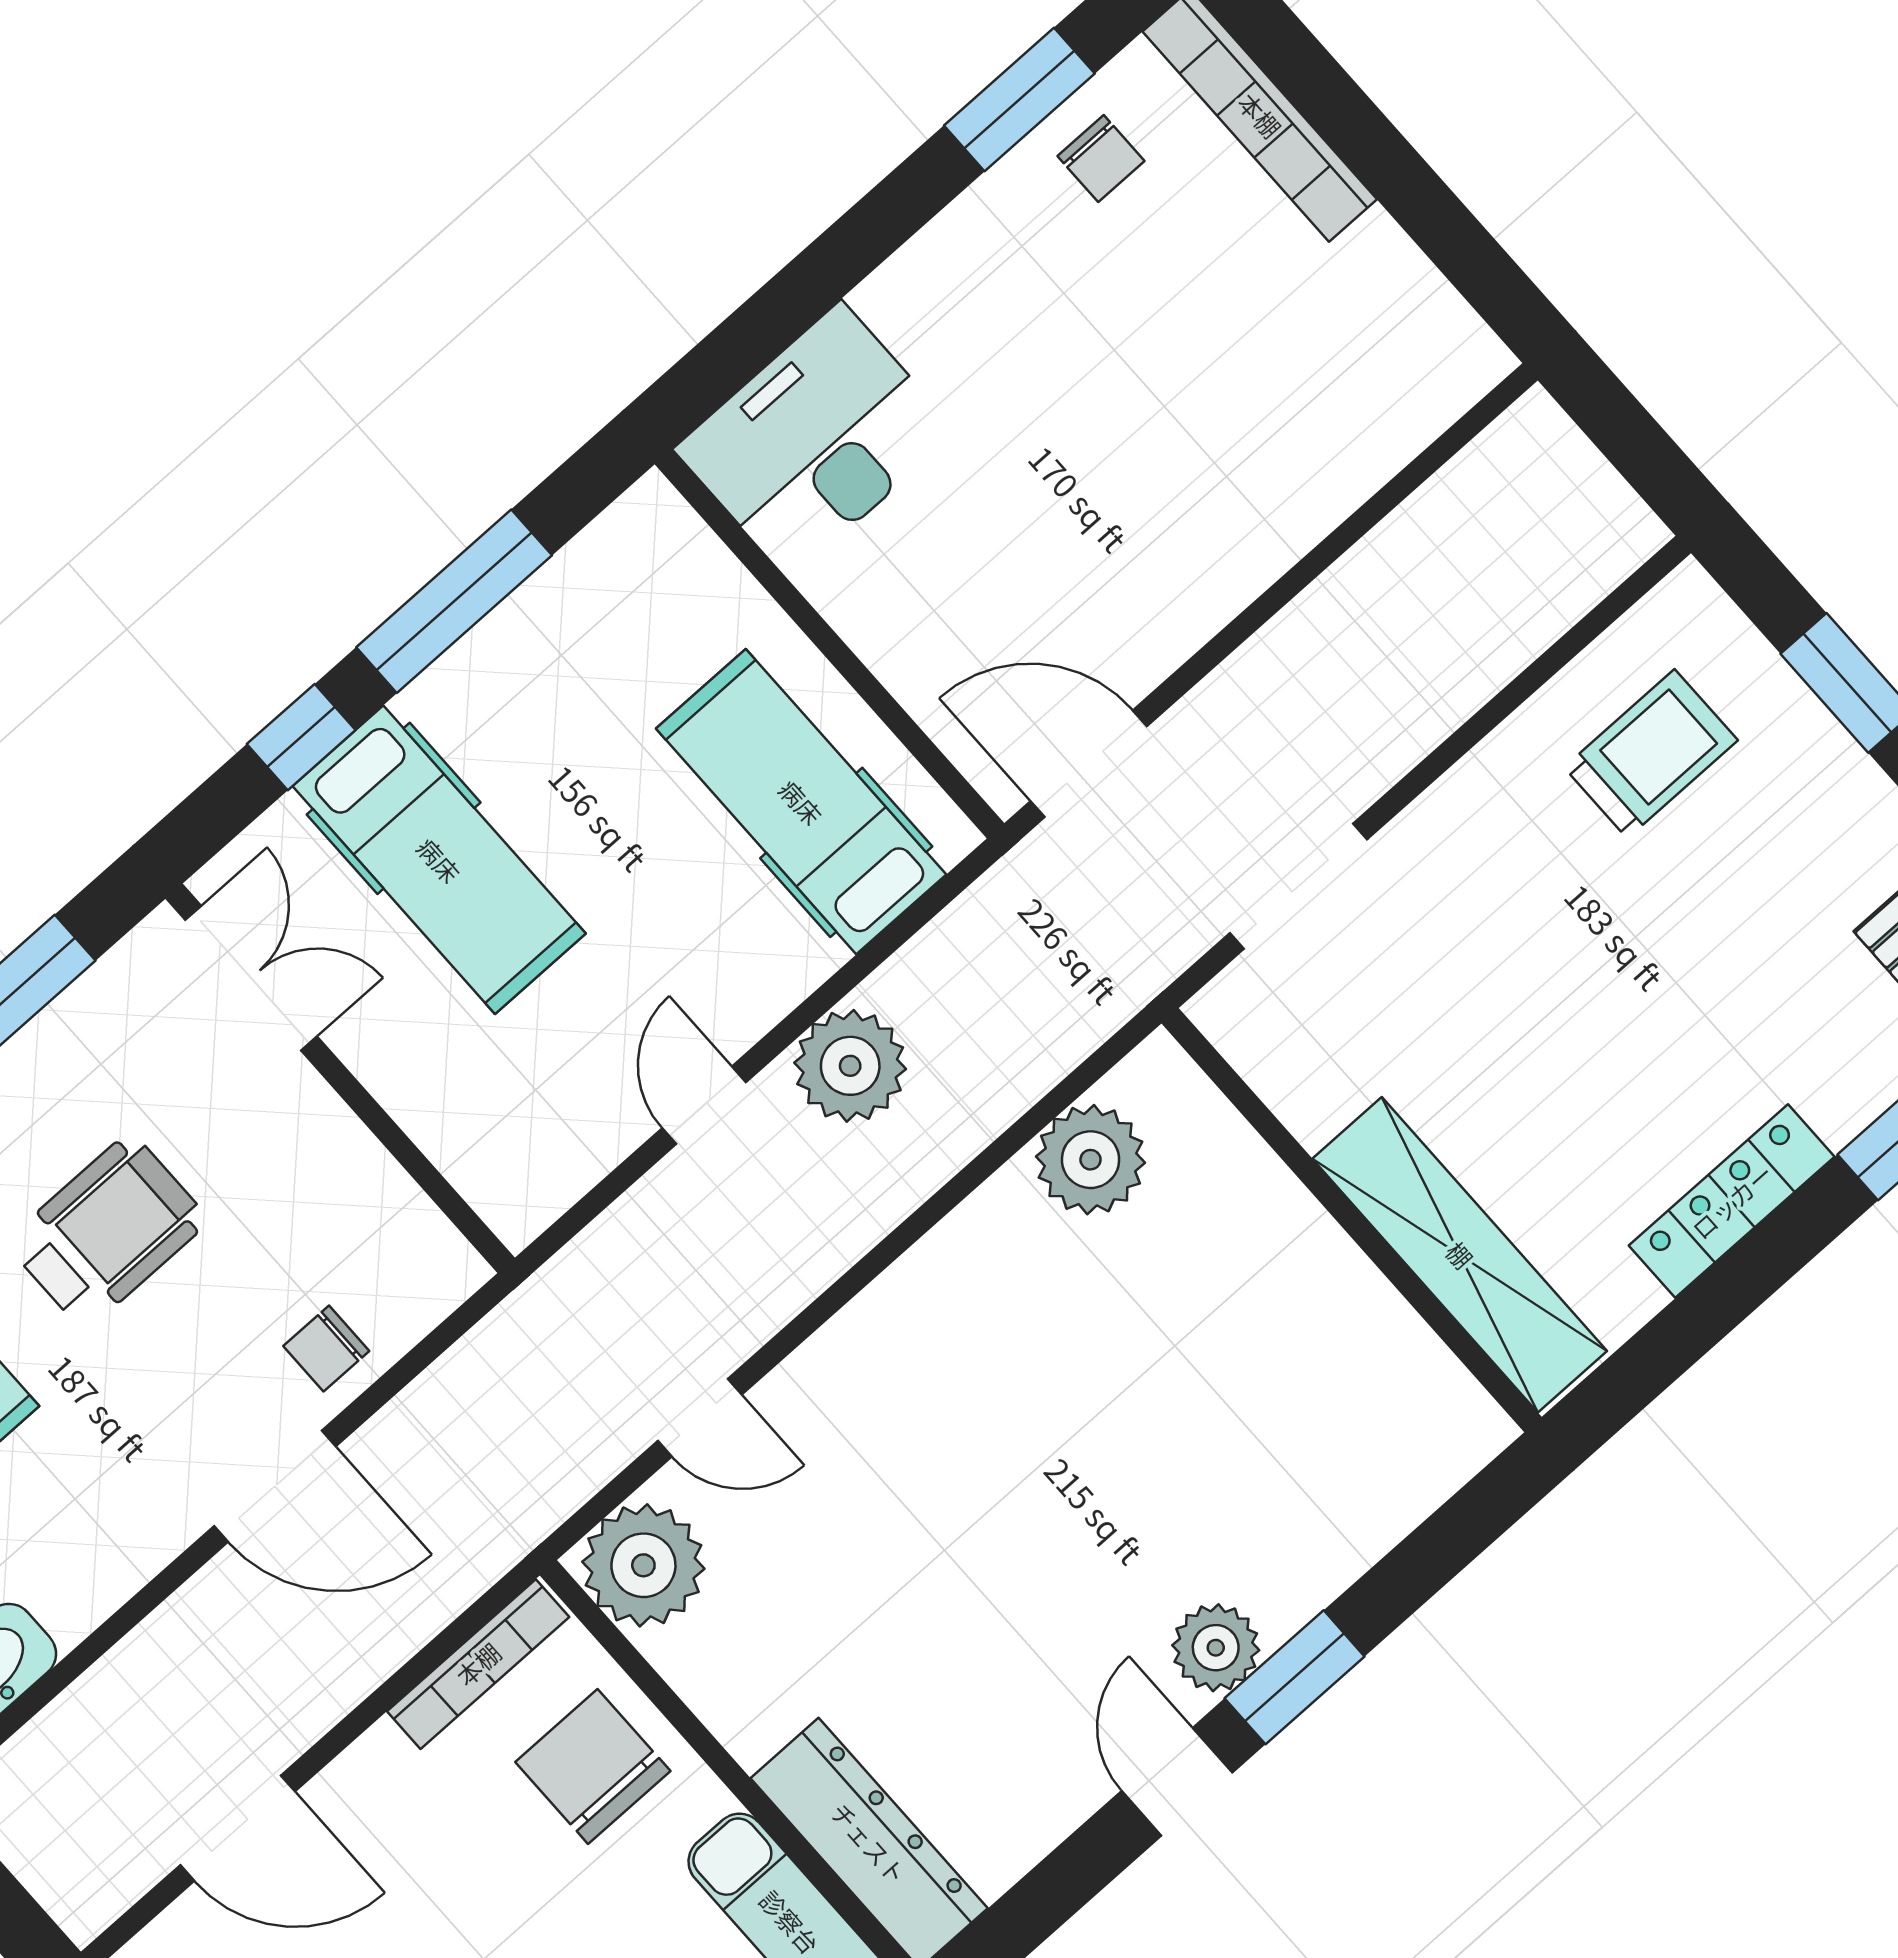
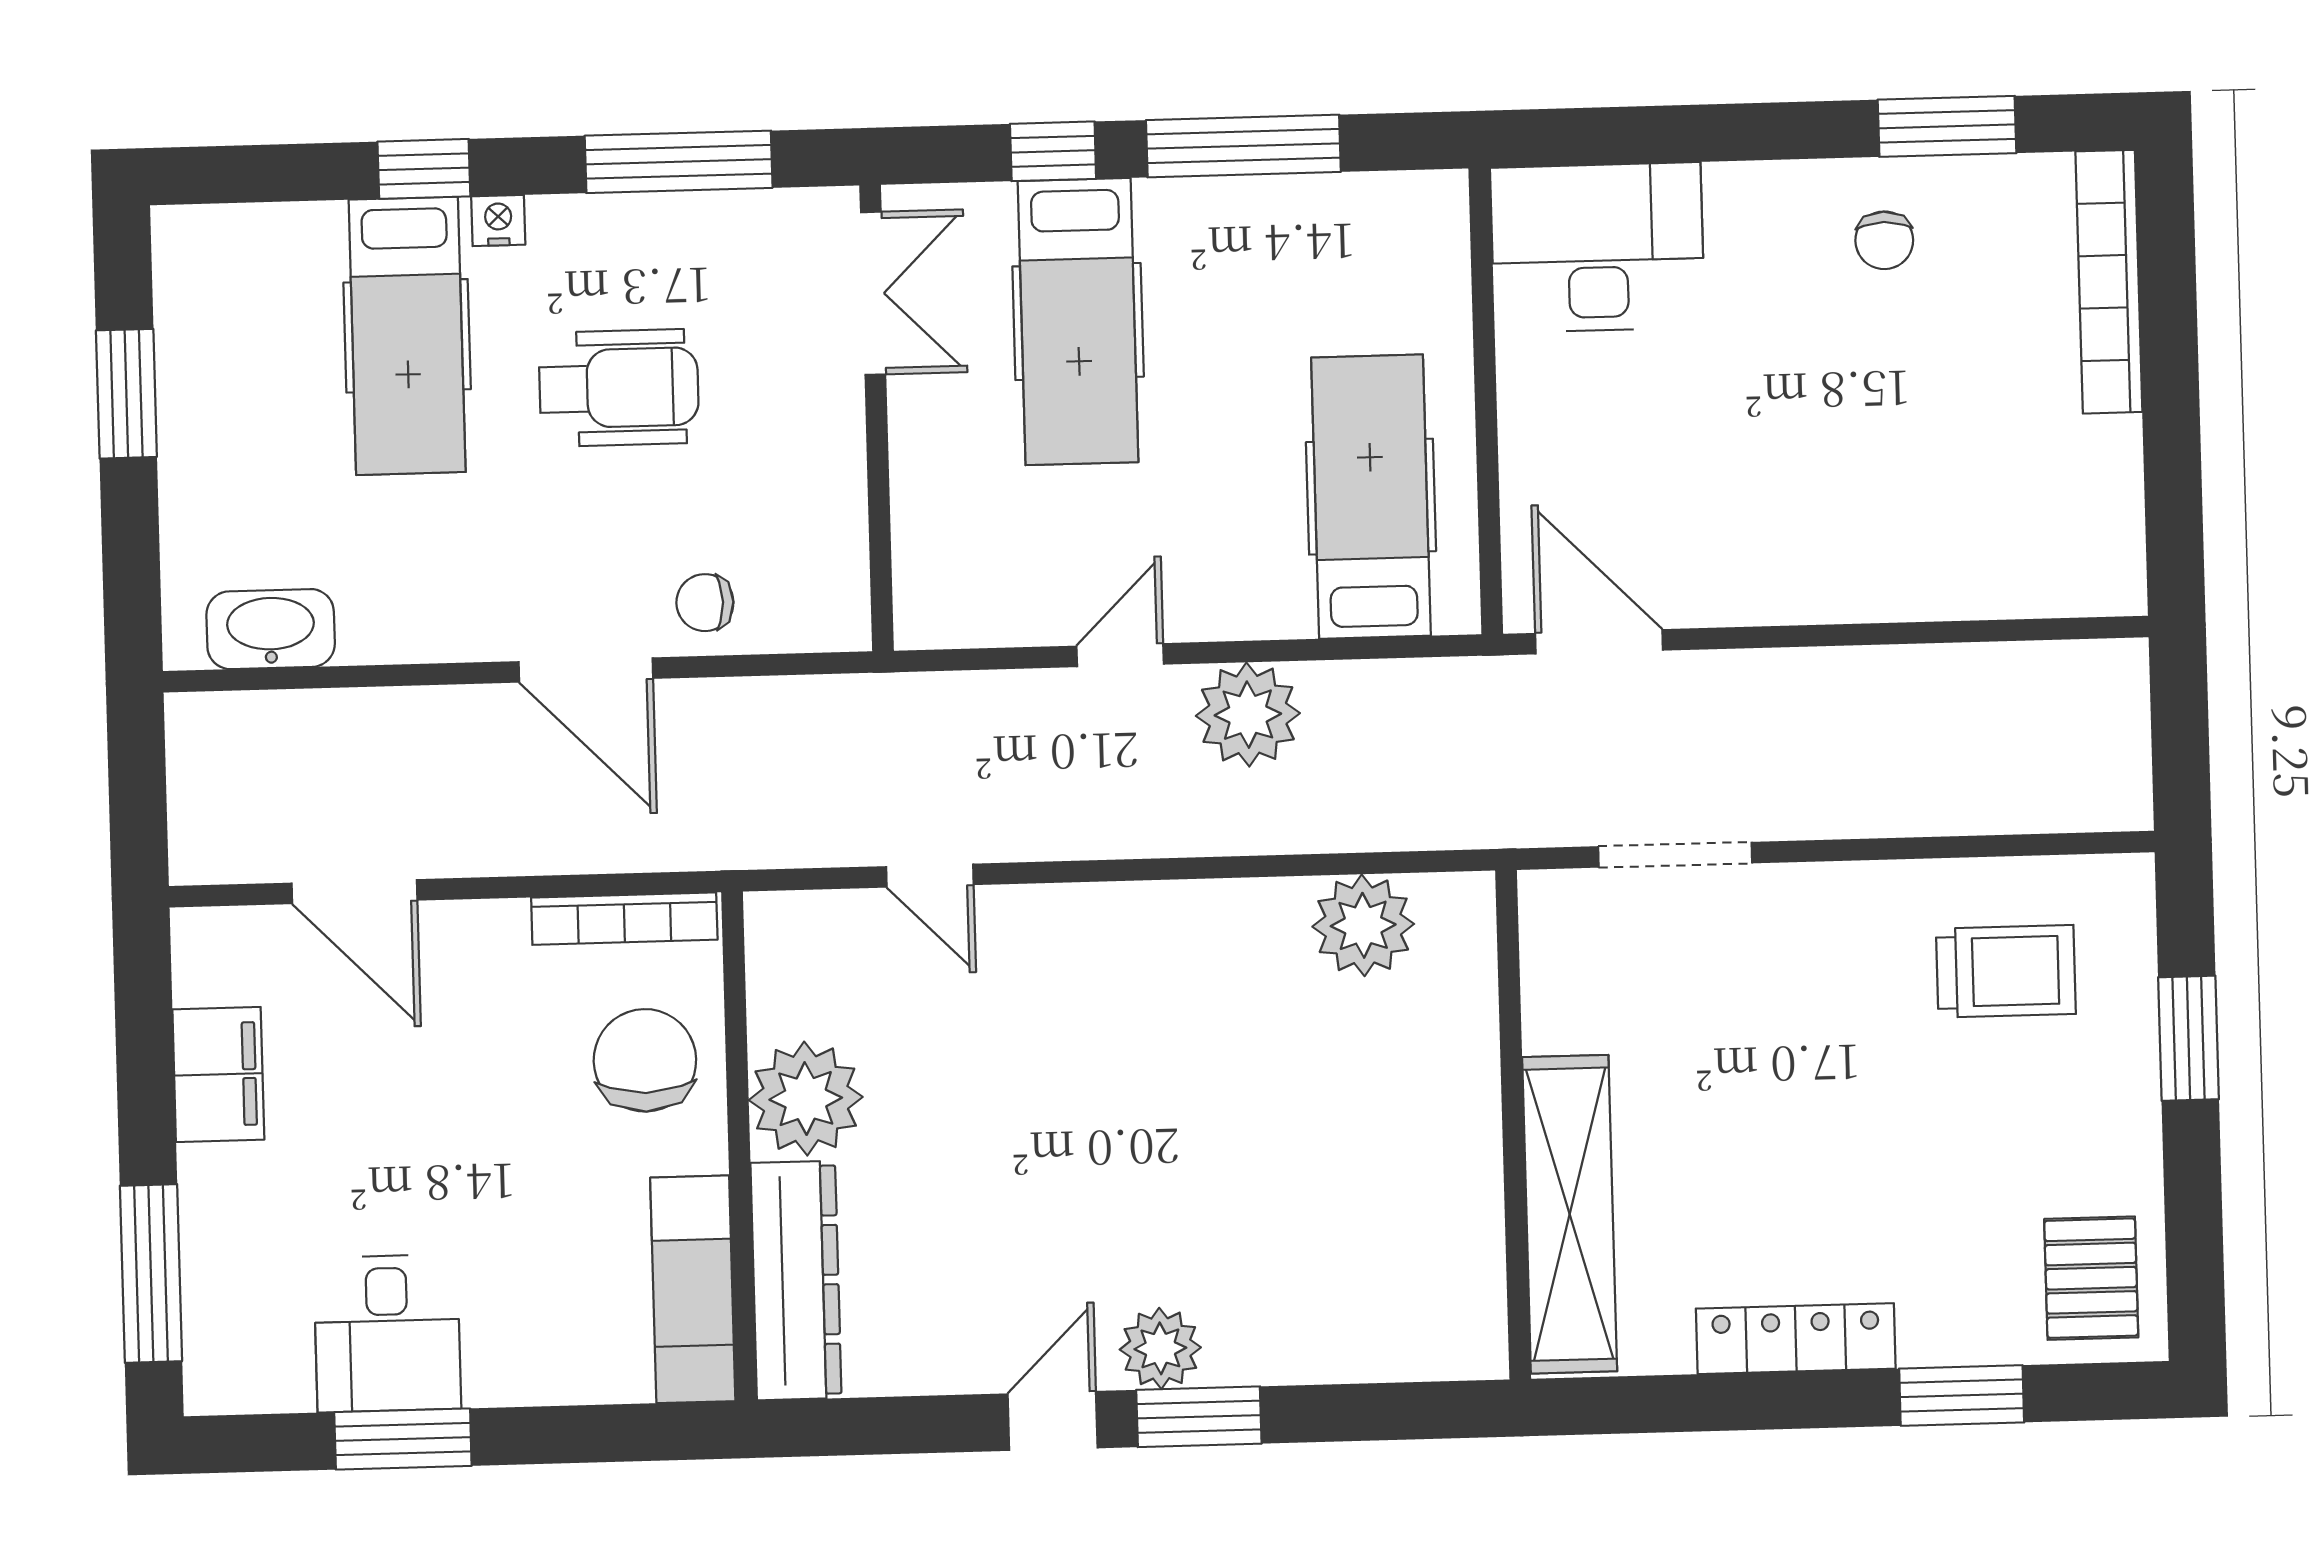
chair: (1101, 159) -> (1884, 240), moved
plant: (643, 1565) -> (806, 1099), moved

